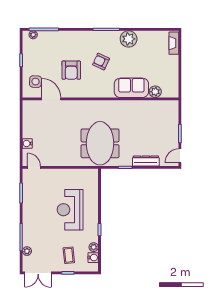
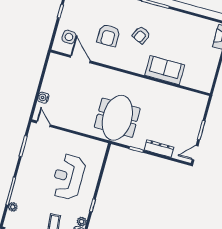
plant: (129, 39) -> (176, 20), removed
armchair: (101, 62) -> (141, 35), turned -90
plant: (155, 92) -> (188, 81), removed

